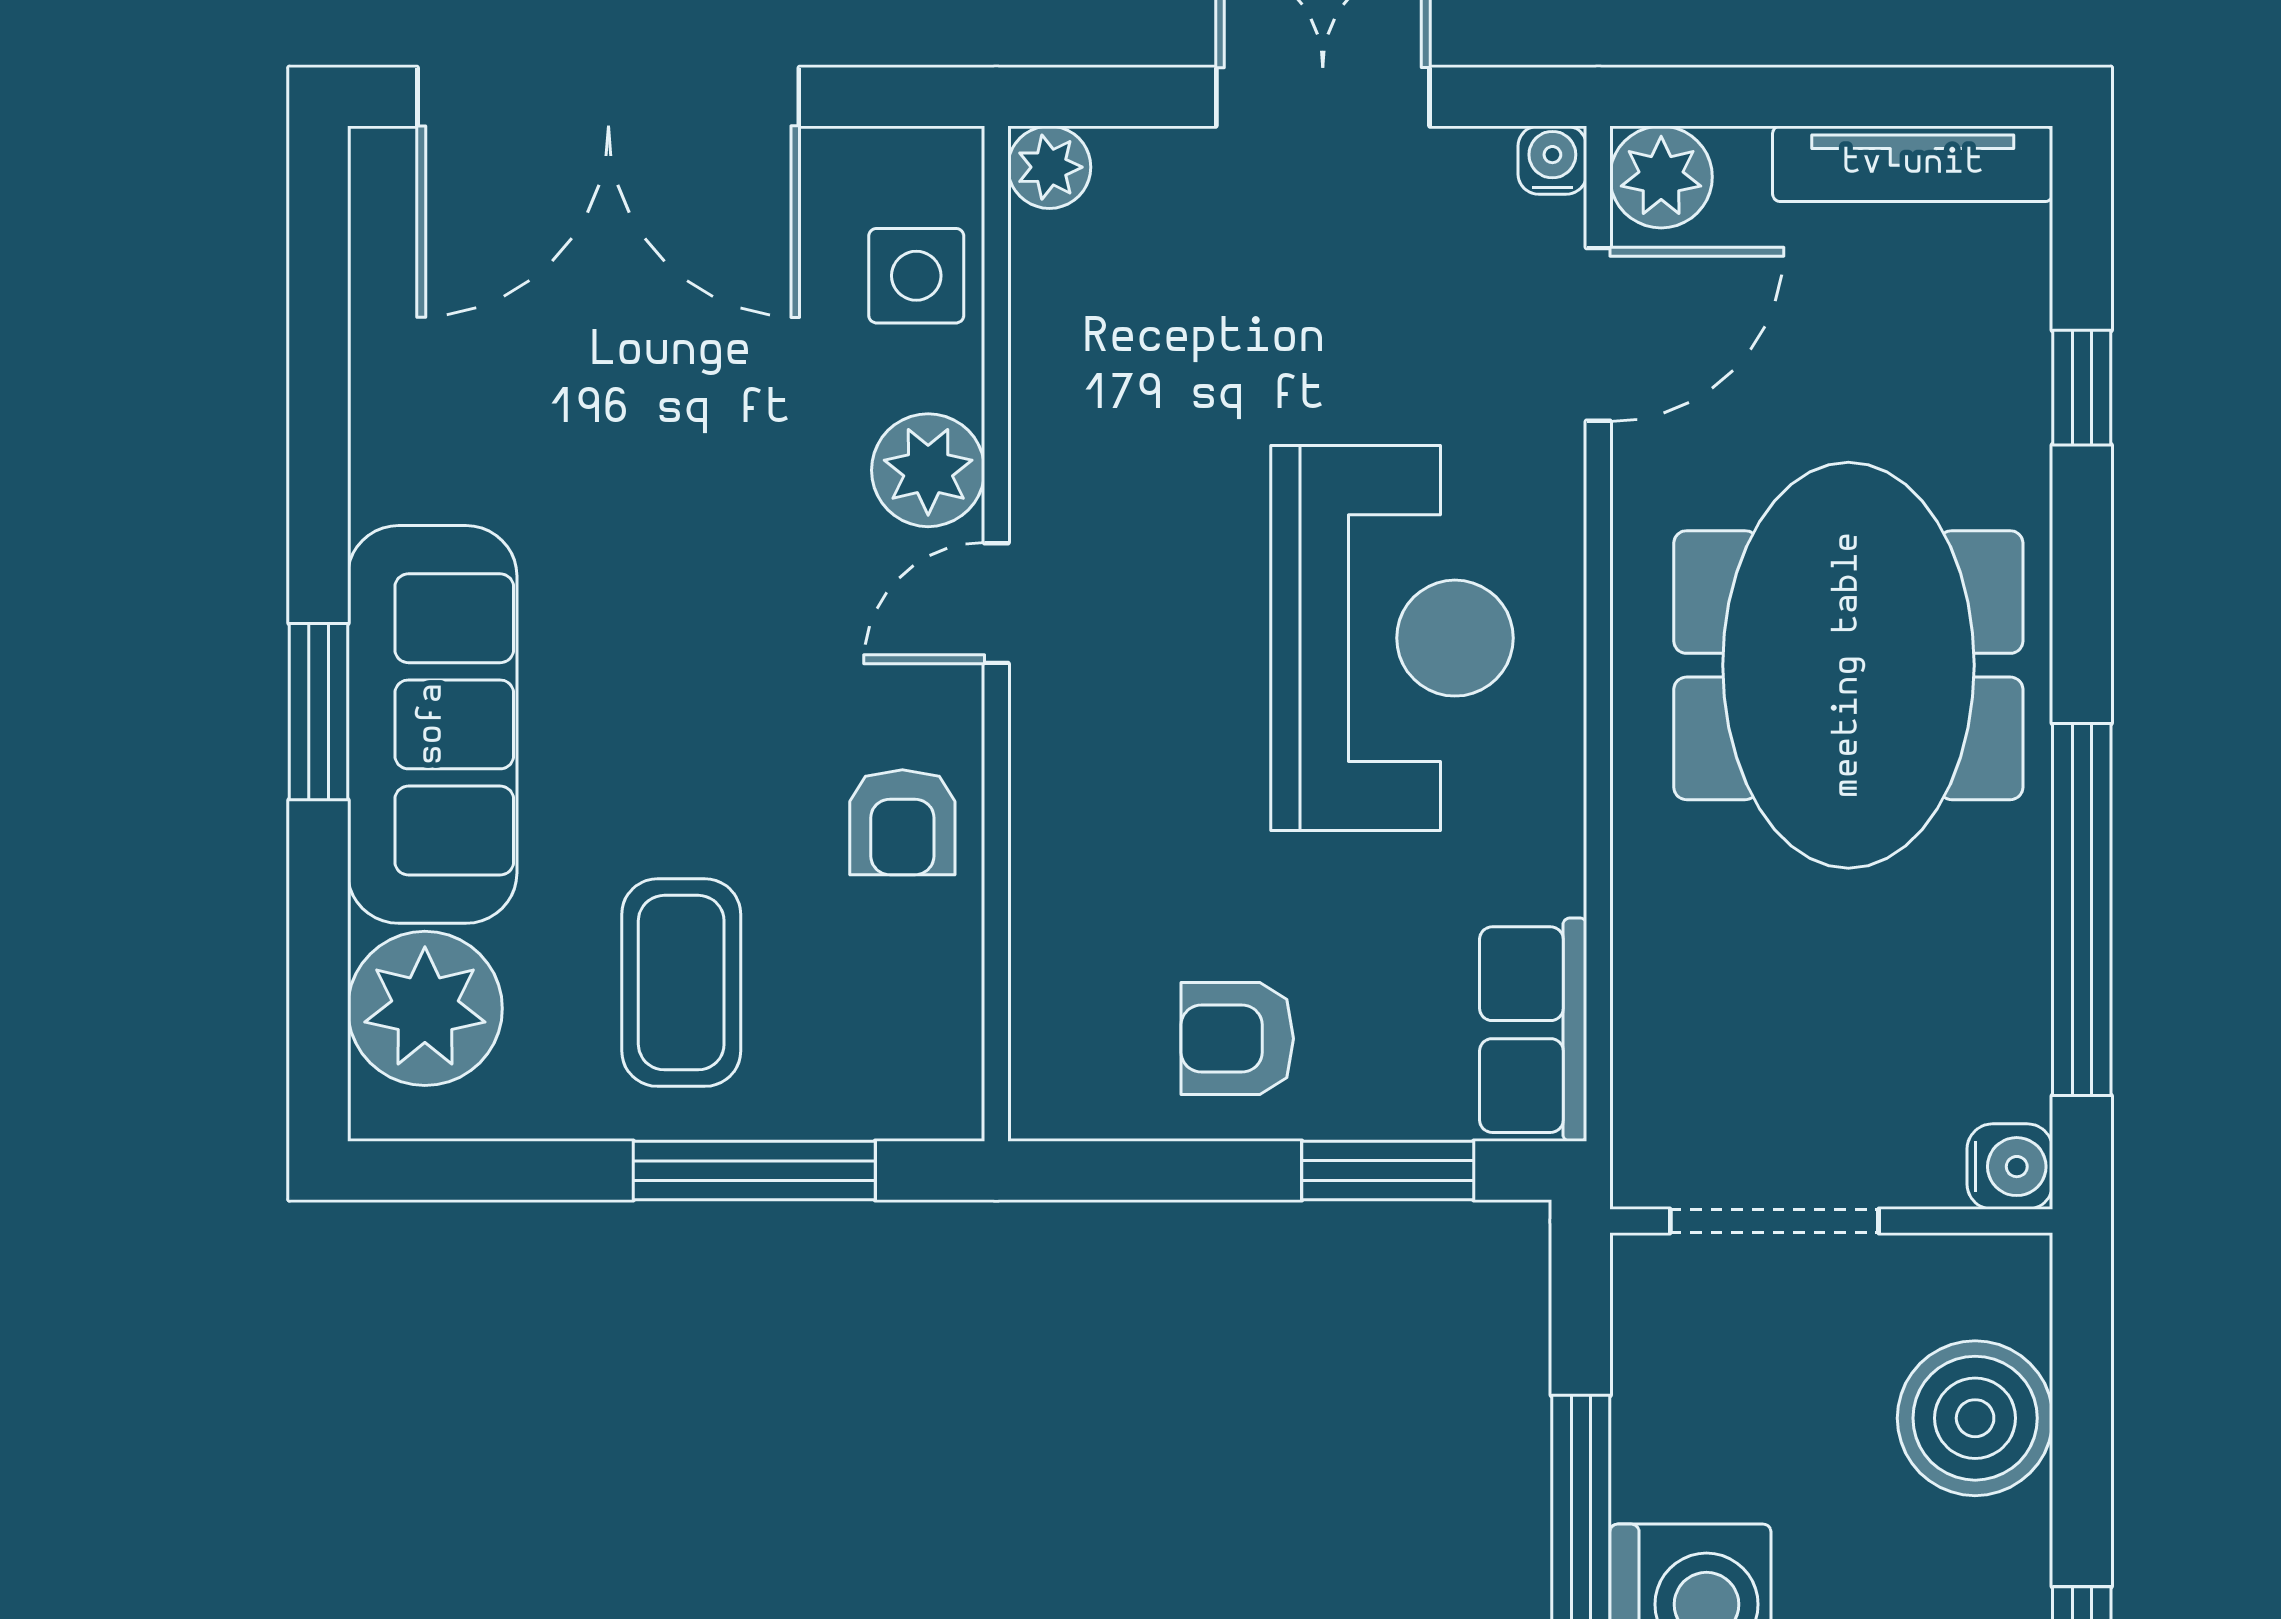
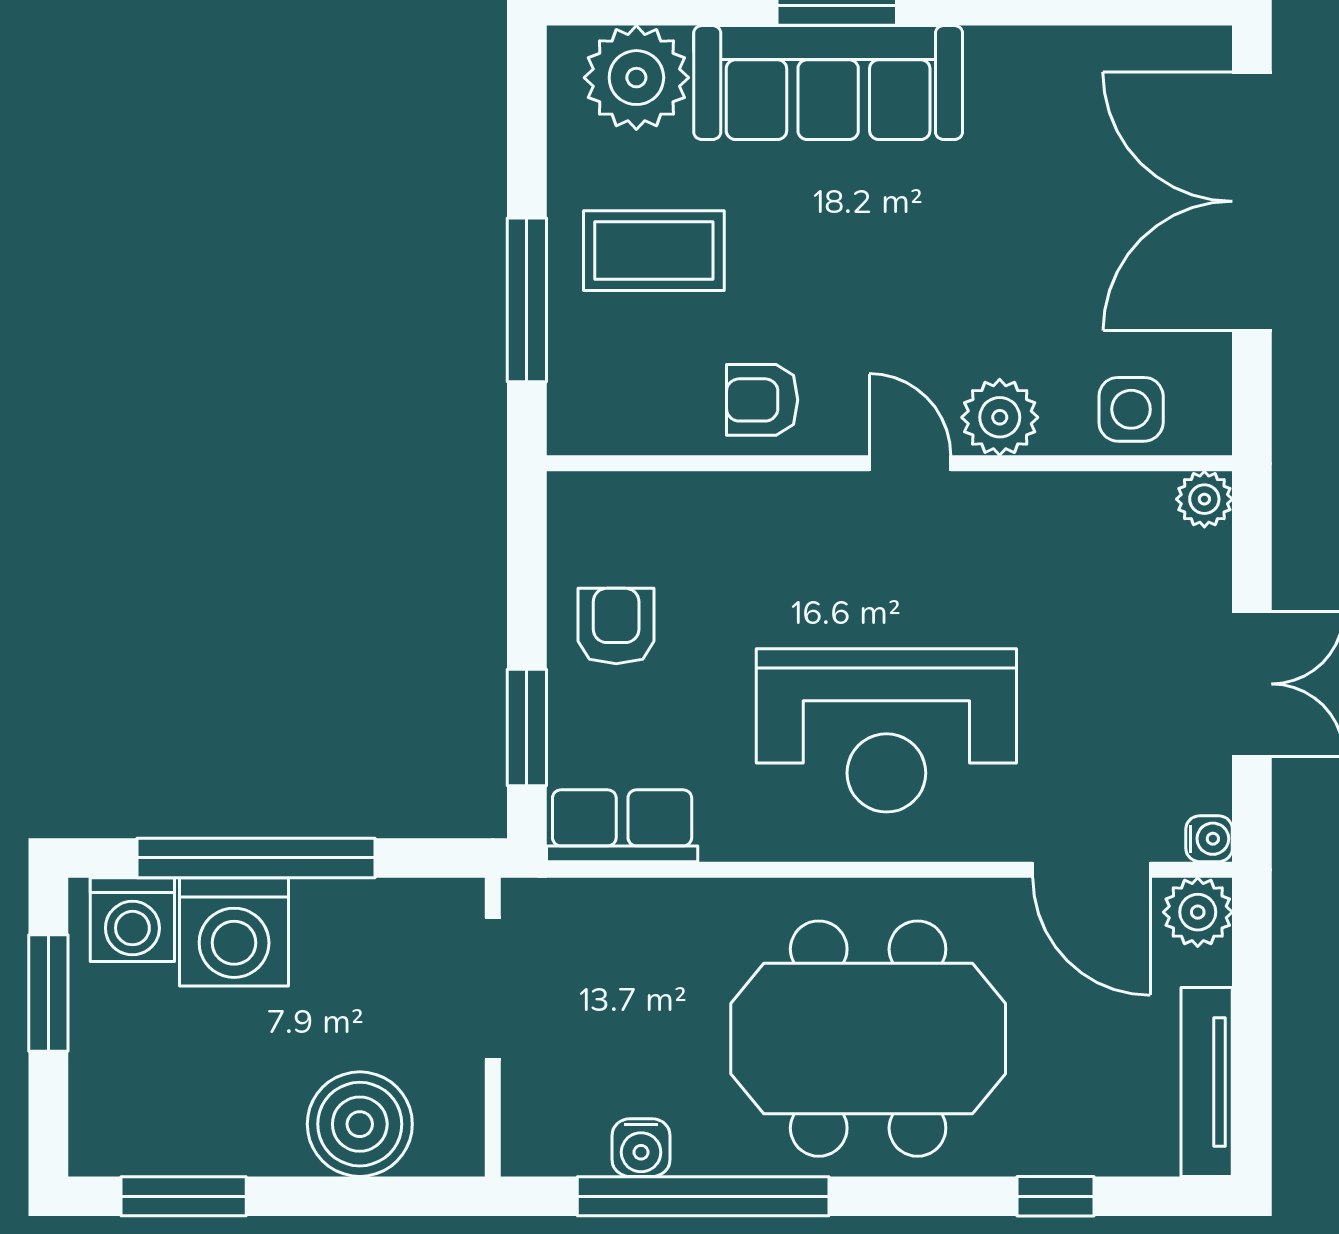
water cooler: (2010, 1167) -> (641, 1148), moved

